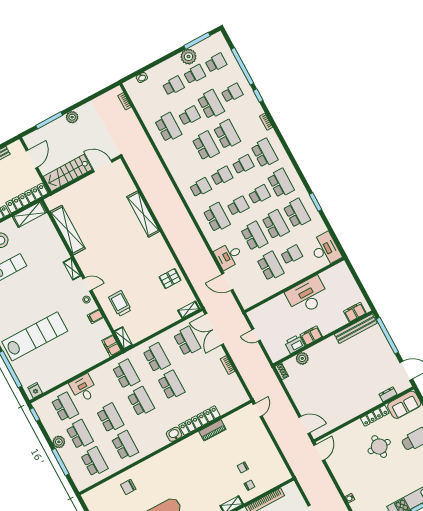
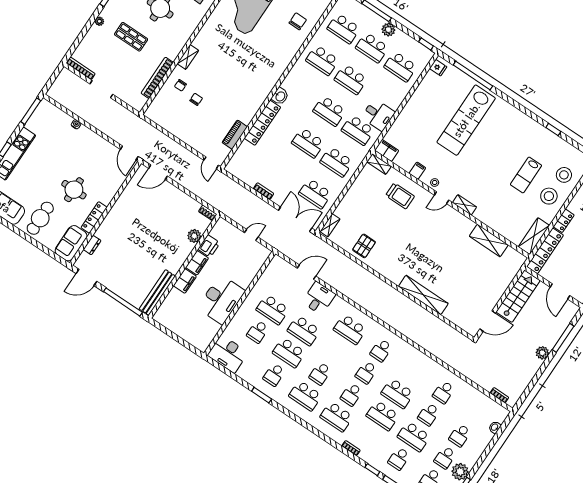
school desk: (168, 127) -> (444, 392), width x0.54
school desk: (238, 206) -> (335, 351), removed
school desk: (297, 213) -> (274, 375), width x0.54
shelving: (68, 230) -> (489, 240), width x0.68
filing cabinet: (355, 312) -> (185, 281), moved
desk: (84, 388) -> (378, 115), moved
piano: (212, 430) -> (235, 135), moved

